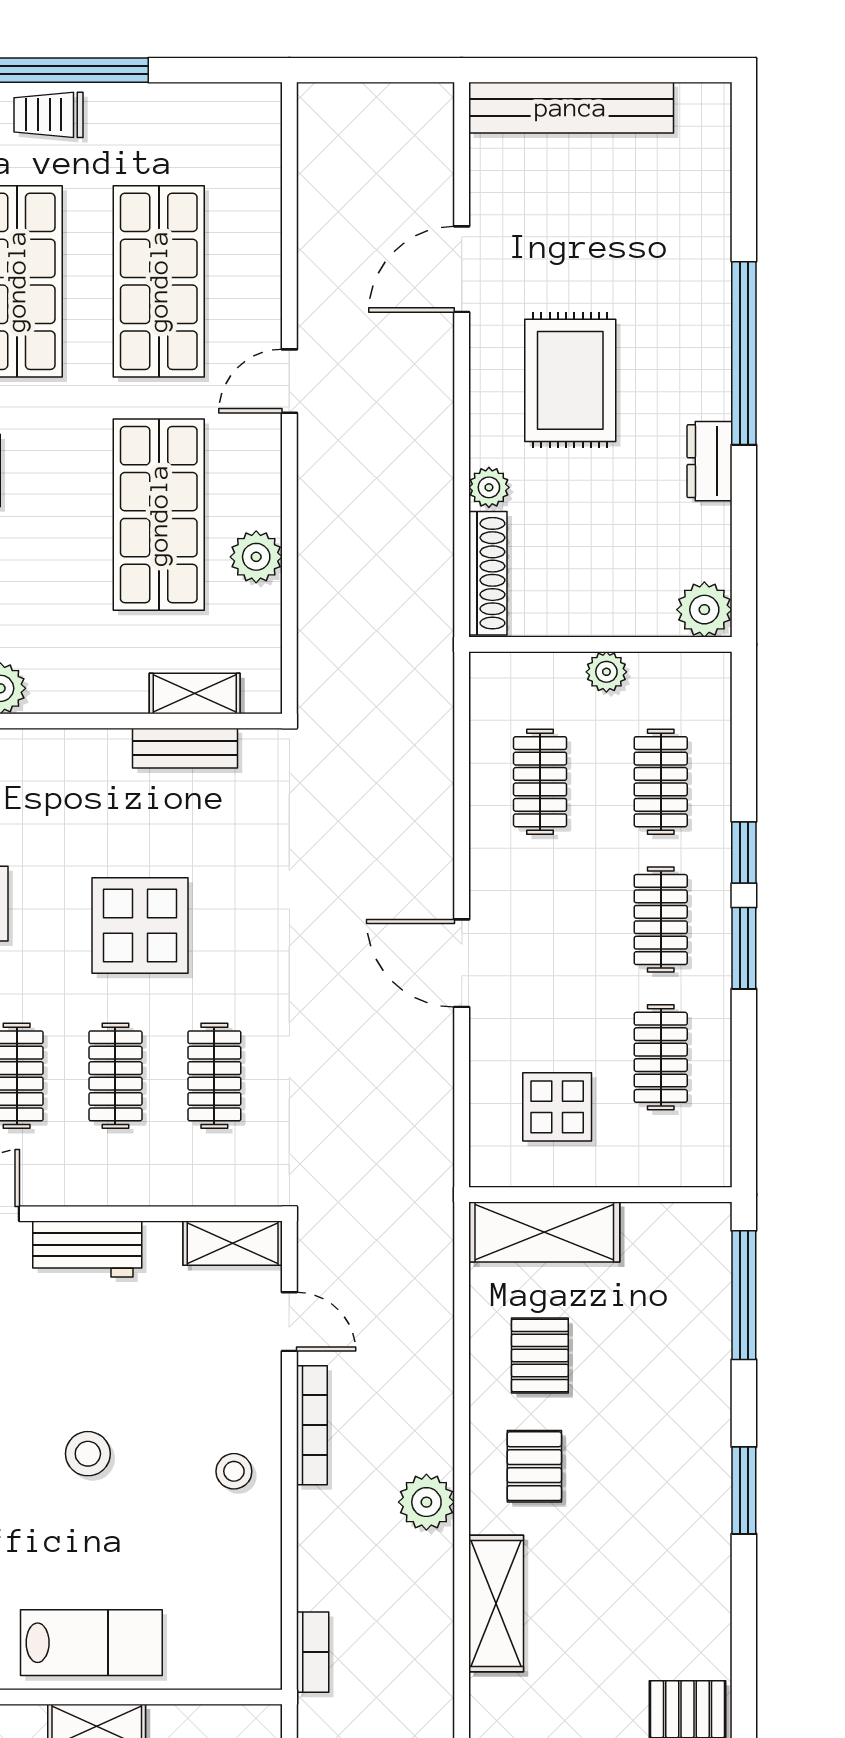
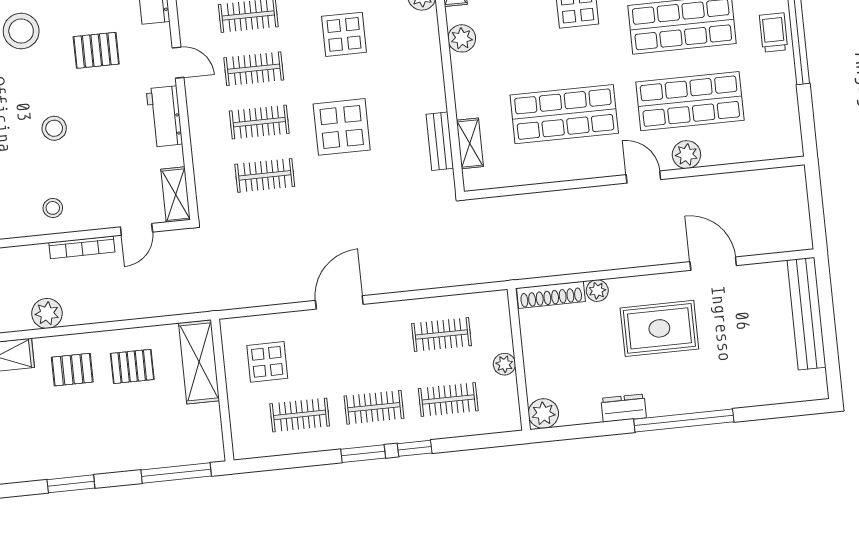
plant: (256, 557) -> (686, 155), moved

